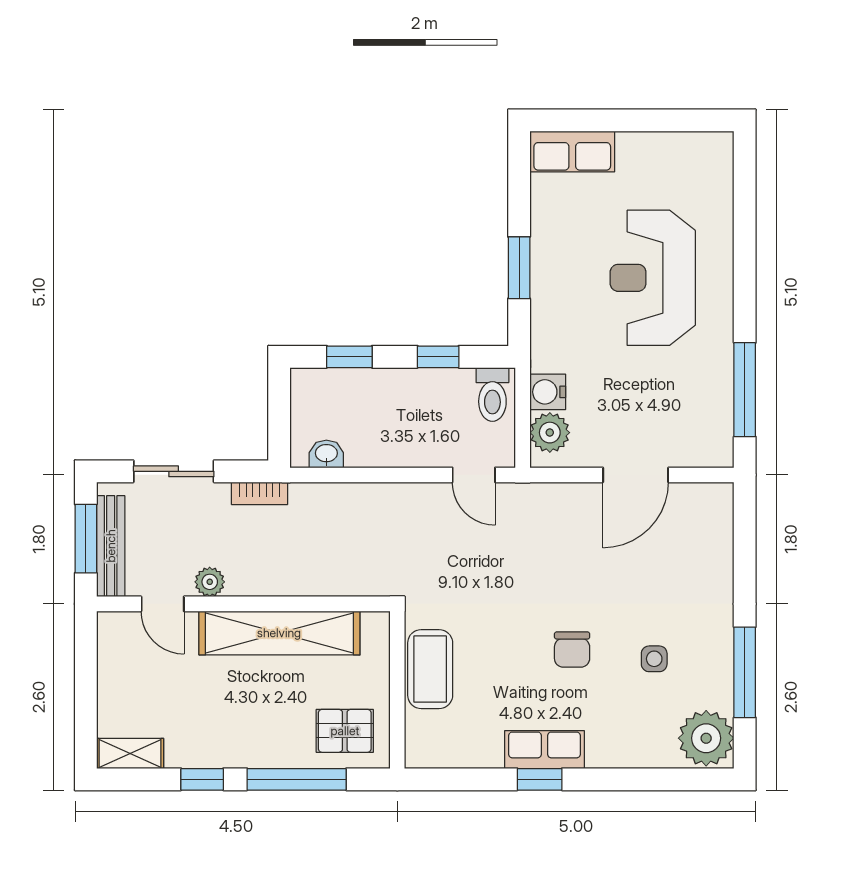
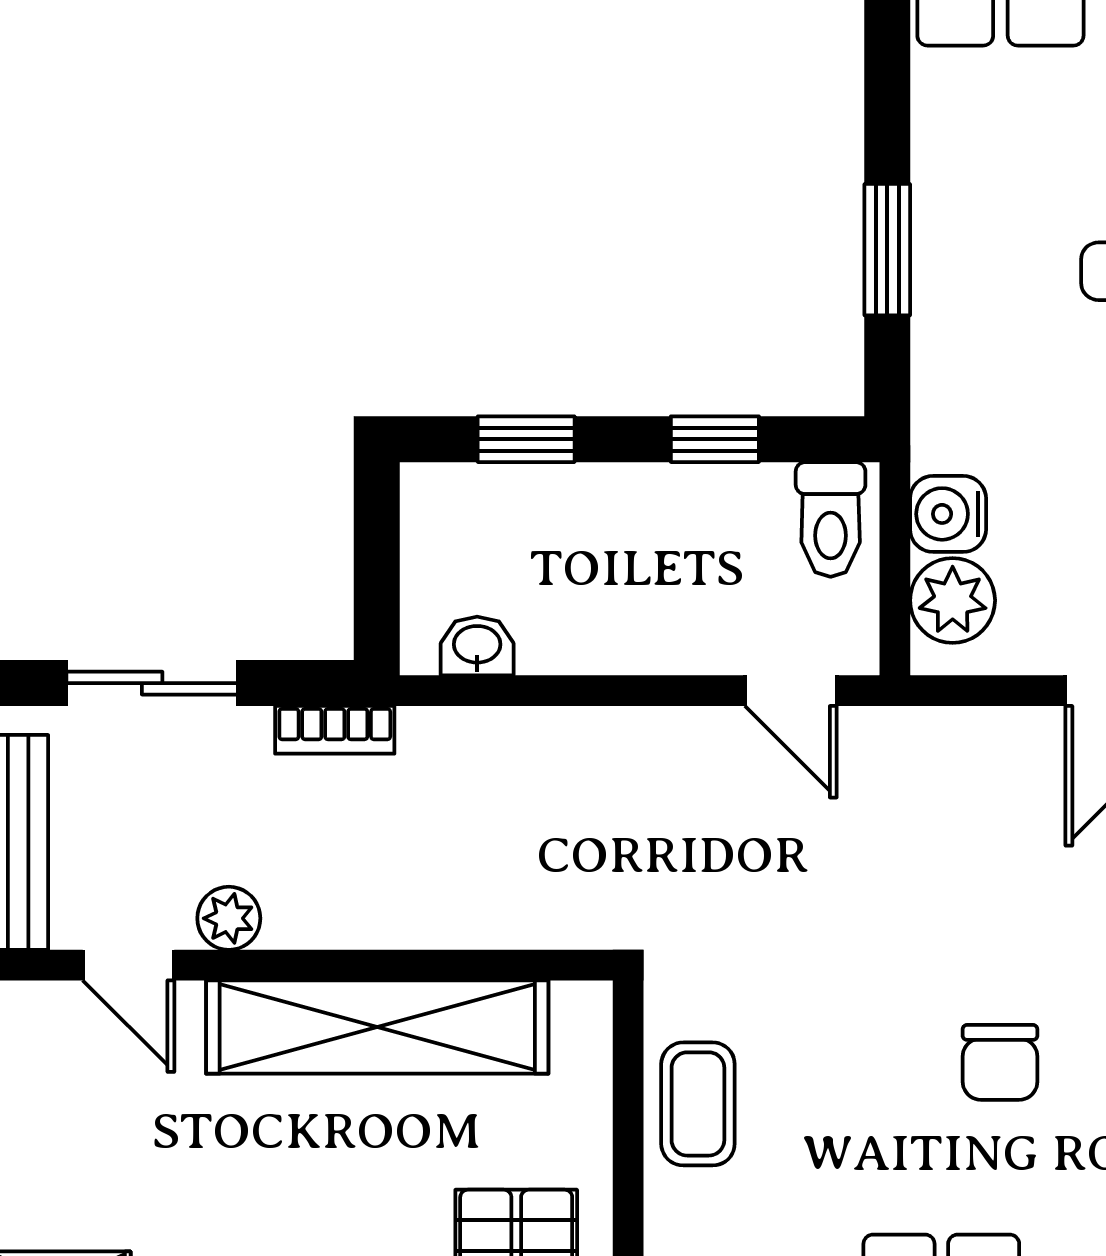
coffee table: (430, 669) -> (698, 1104), width x0.73, depth x0.77

